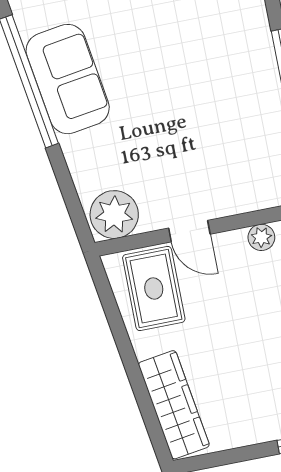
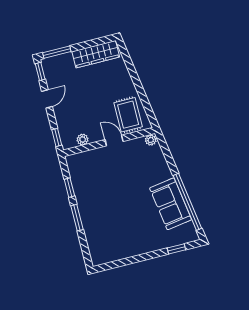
plant: (114, 215) -> (151, 140), width x0.53, depth x0.53
wardrobe: (174, 405) -> (96, 54), moved, turned -81

